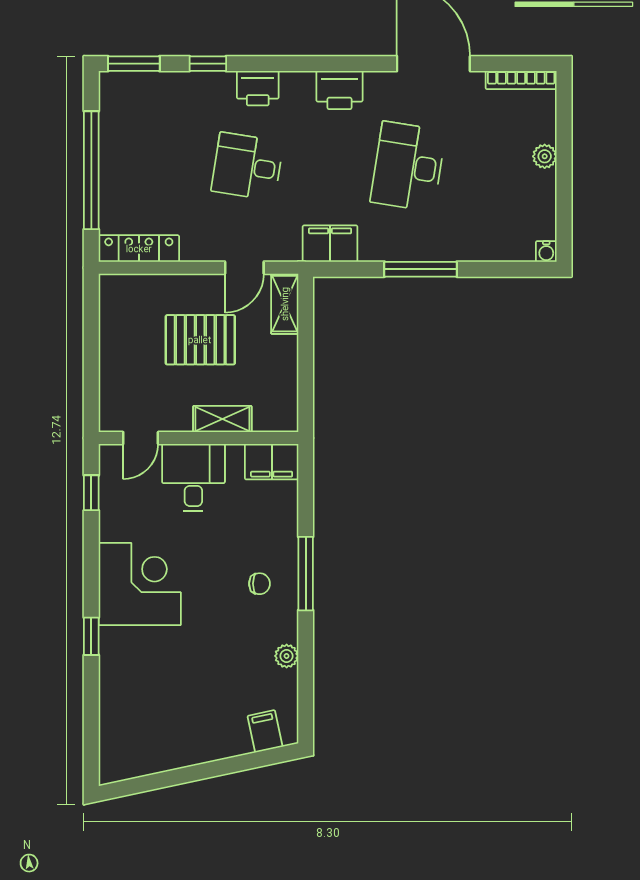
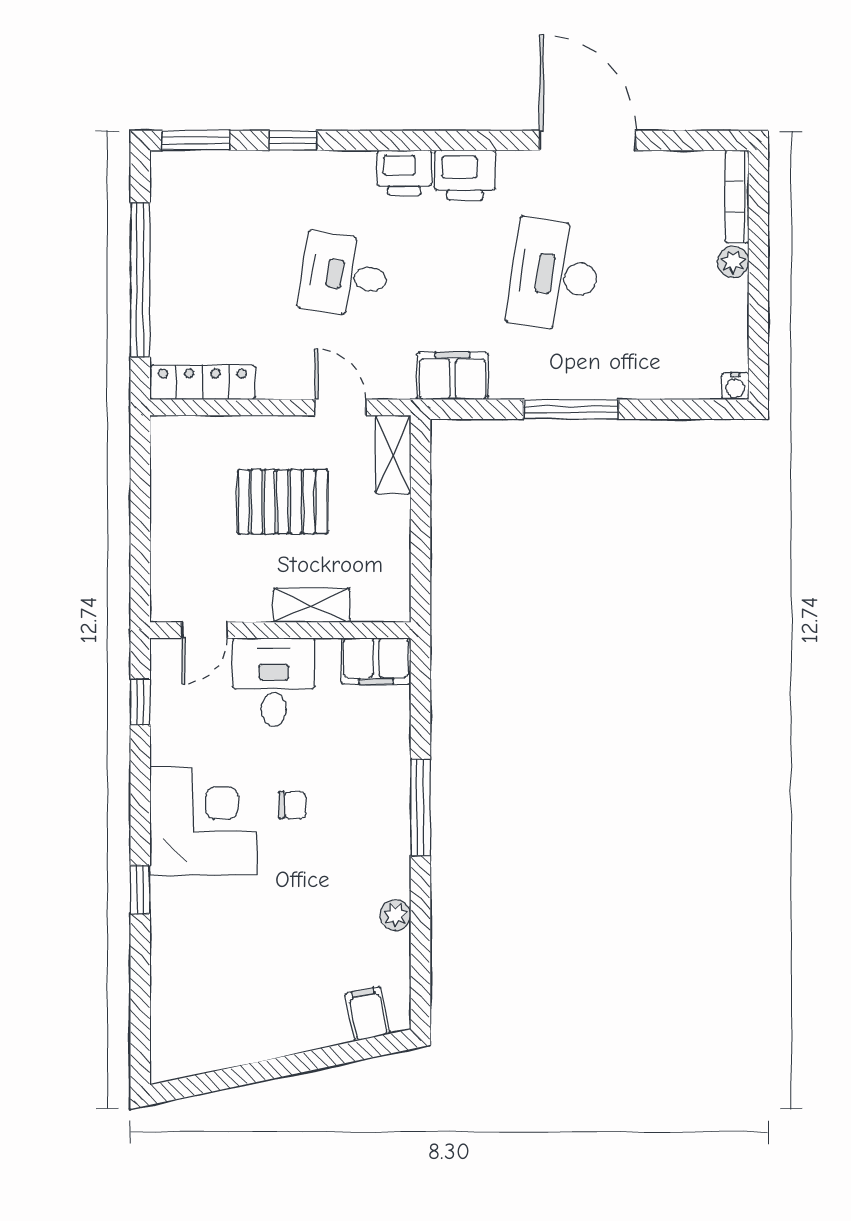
bookcase: (521, 80) -> (737, 197), moved, turned 90
printer: (258, 88) -> (404, 173), moved
door: (244, 268) -> (340, 407), swing flipped
chair: (260, 584) -> (292, 805), moved

